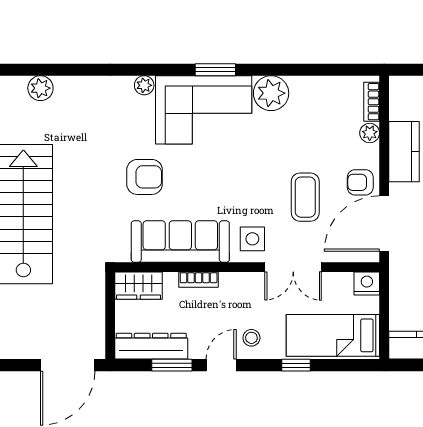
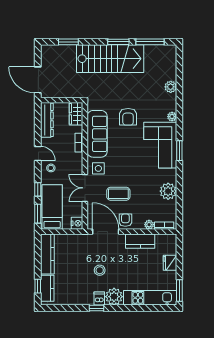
plant: (40, 88) -> (171, 87), moved
plant: (271, 93) -> (168, 191), moved
window: (172, 365) -> (38, 214), moved

